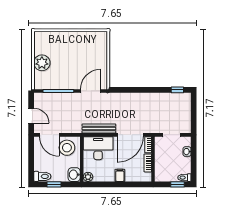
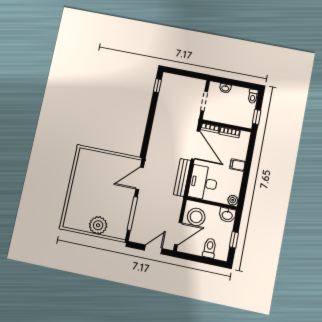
door: (91, 91) -> (140, 178), hinge flipped
toilet: (42, 176) -> (210, 248), moved
window: (178, 184) -> (257, 117), moved

